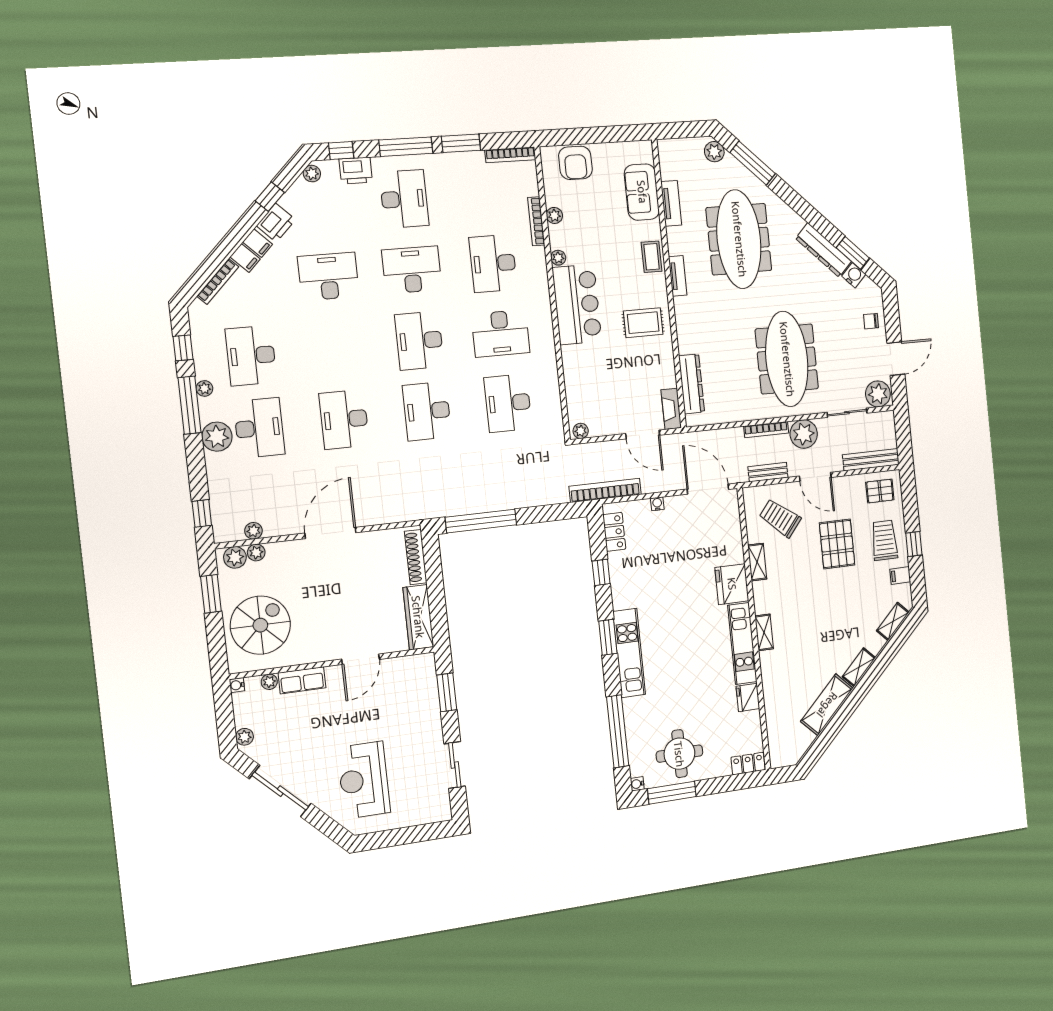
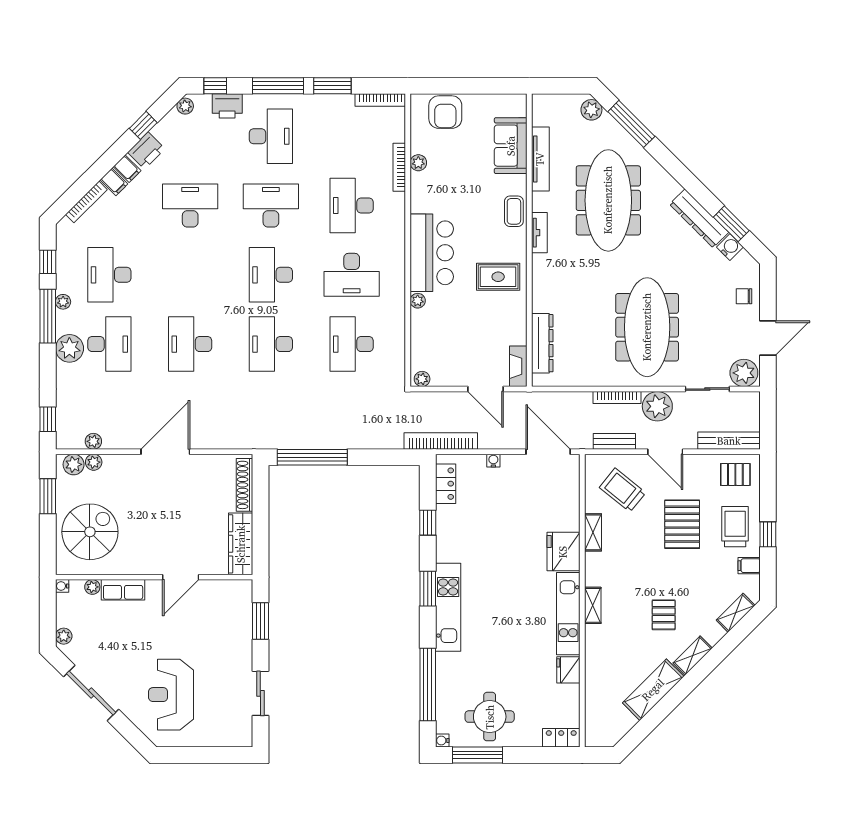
tv unit: (671, 203) -> (540, 159), width x1.41
plant: (558, 258) -> (418, 301), moved
pallet: (829, 632) -> (664, 615), added

